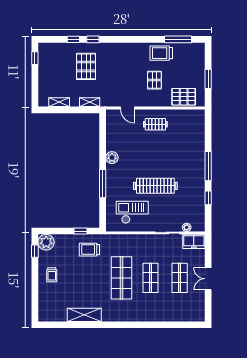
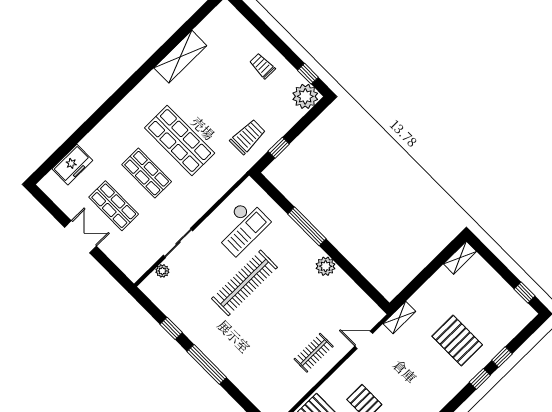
shelving: (59, 102) -> (460, 258), moved
shelving: (90, 102) -> (399, 317), moved
freezer: (194, 241) -> (72, 165), moved, turned 180

